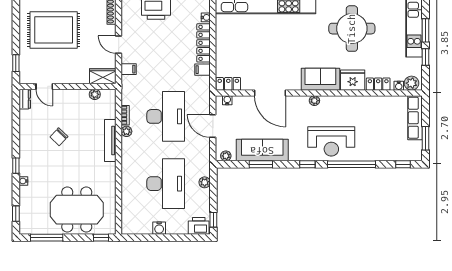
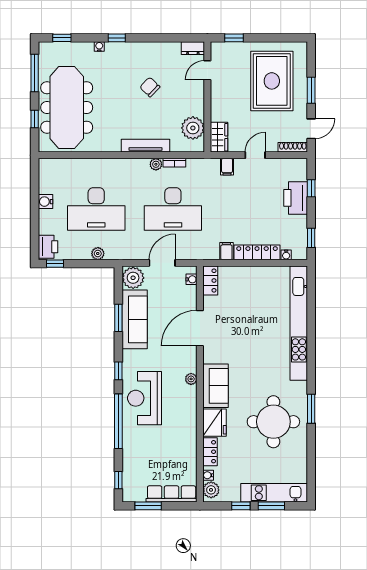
plant: (95, 94) -> (193, 128), width x1.88, depth x1.88
plant: (226, 156) -> (133, 278), width x1.88, depth x1.88
meeting table: (77, 210) -> (67, 108), width x1.36
window: (101, 238) -> (35, 119), moved

